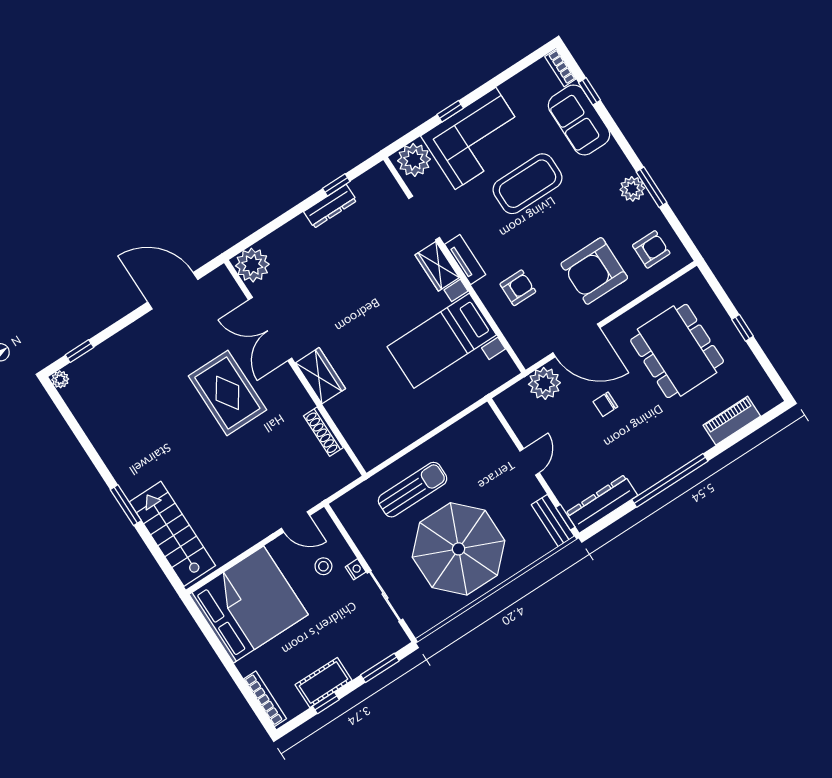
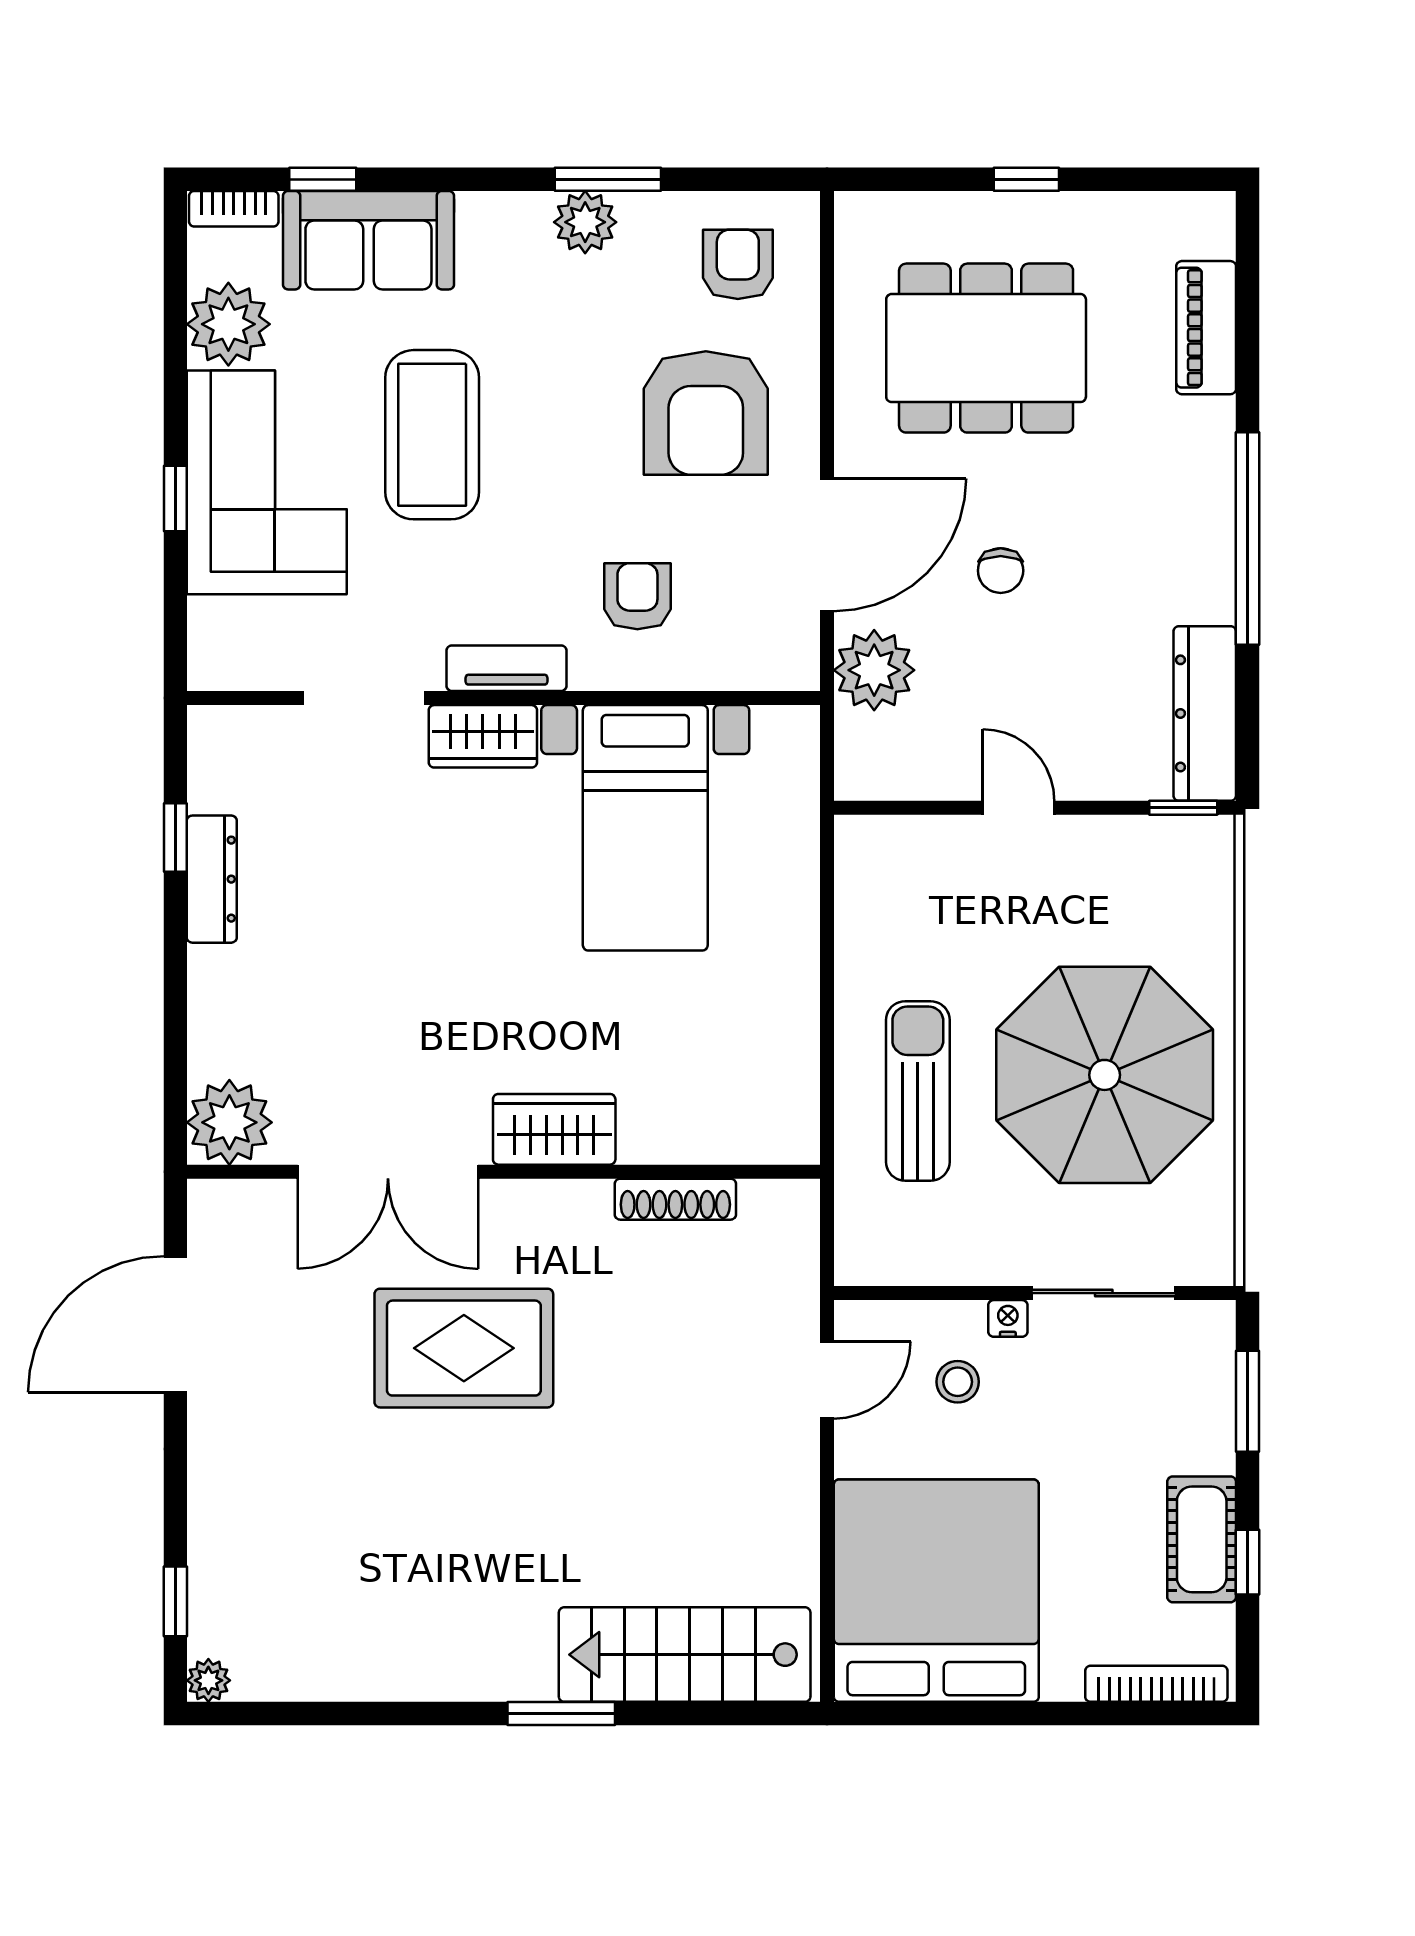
plant: (414, 160) -> (228, 324), moved
bench: (553, 521) -> (1173, 839), removed

